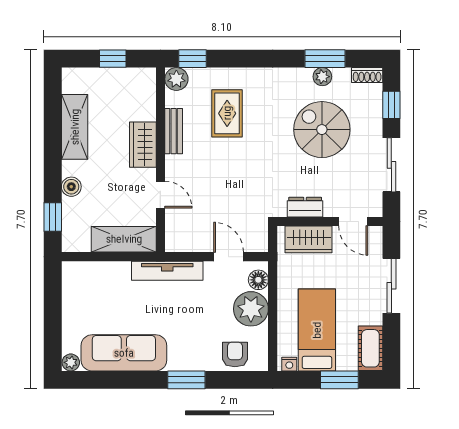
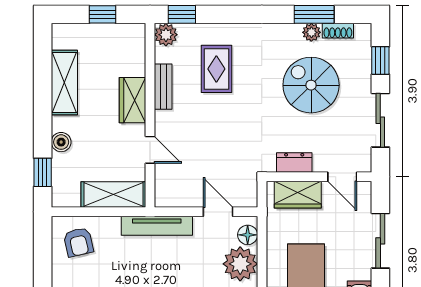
shoe rack: (367, 75) -> (338, 31), moved
armchair: (89, 287) -> (78, 242), added

